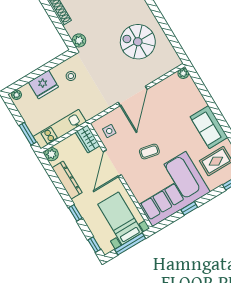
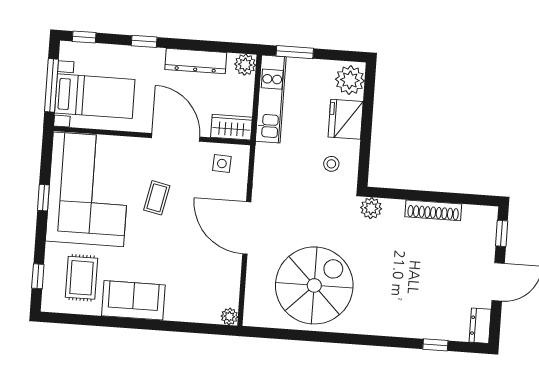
spiral stairs: (138, 42) -> (314, 285), width x1.37, depth x1.37
plant: (17, 95) -> (350, 80), width x1.88, depth x1.88

